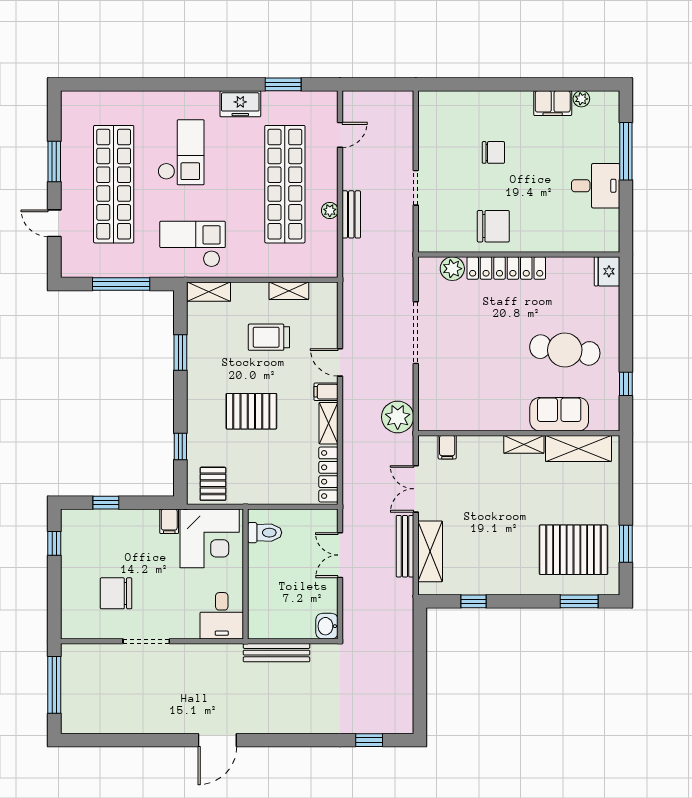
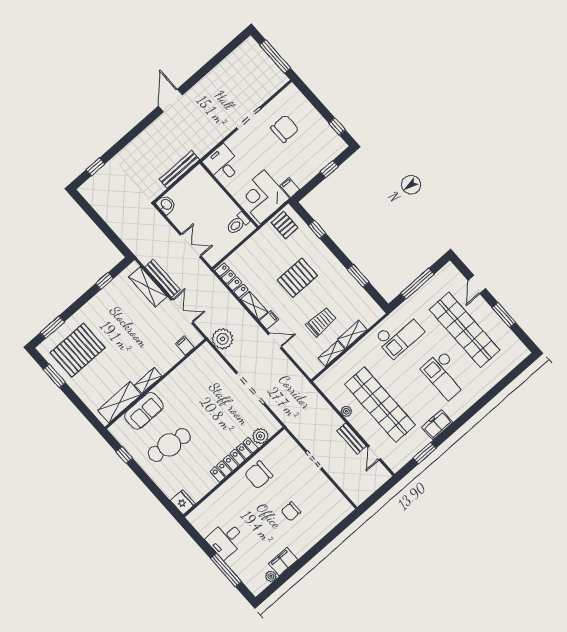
bench: (351, 214) -> (351, 438), moved
door: (54, 223) -> (477, 285), swing flipped
shelving: (209, 292) -> (352, 334), moved

